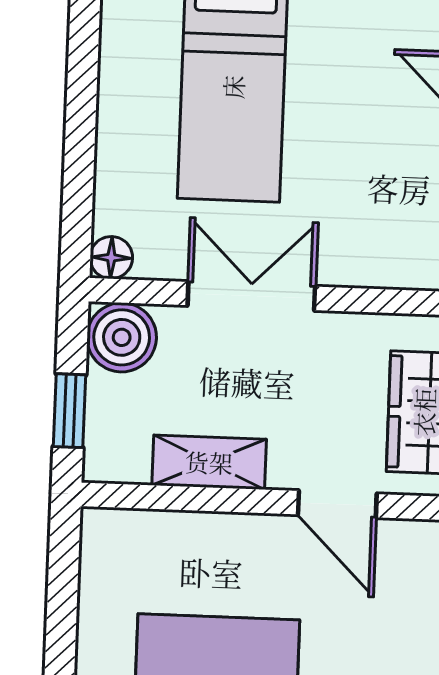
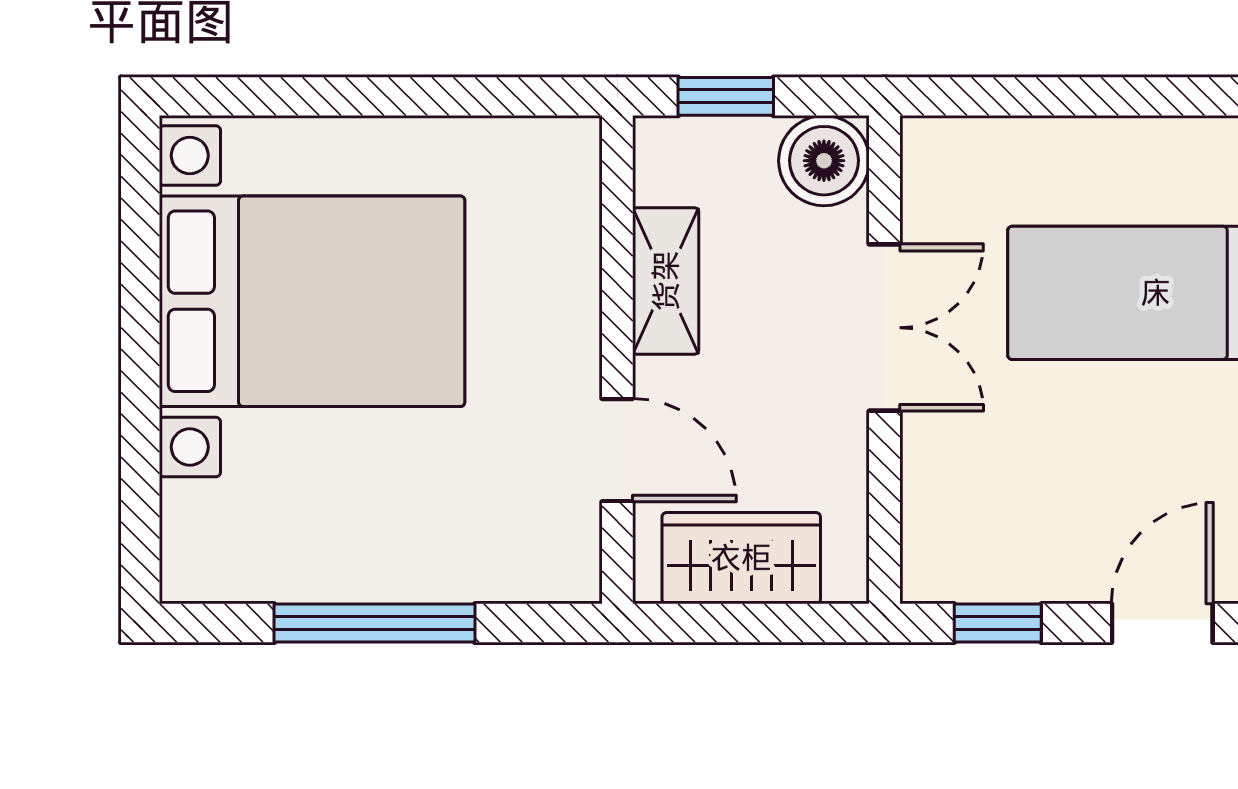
floor lamp: (111, 258) -> (927, 143), removed
door: (337, 504) -> (617, 450), swing flipped

